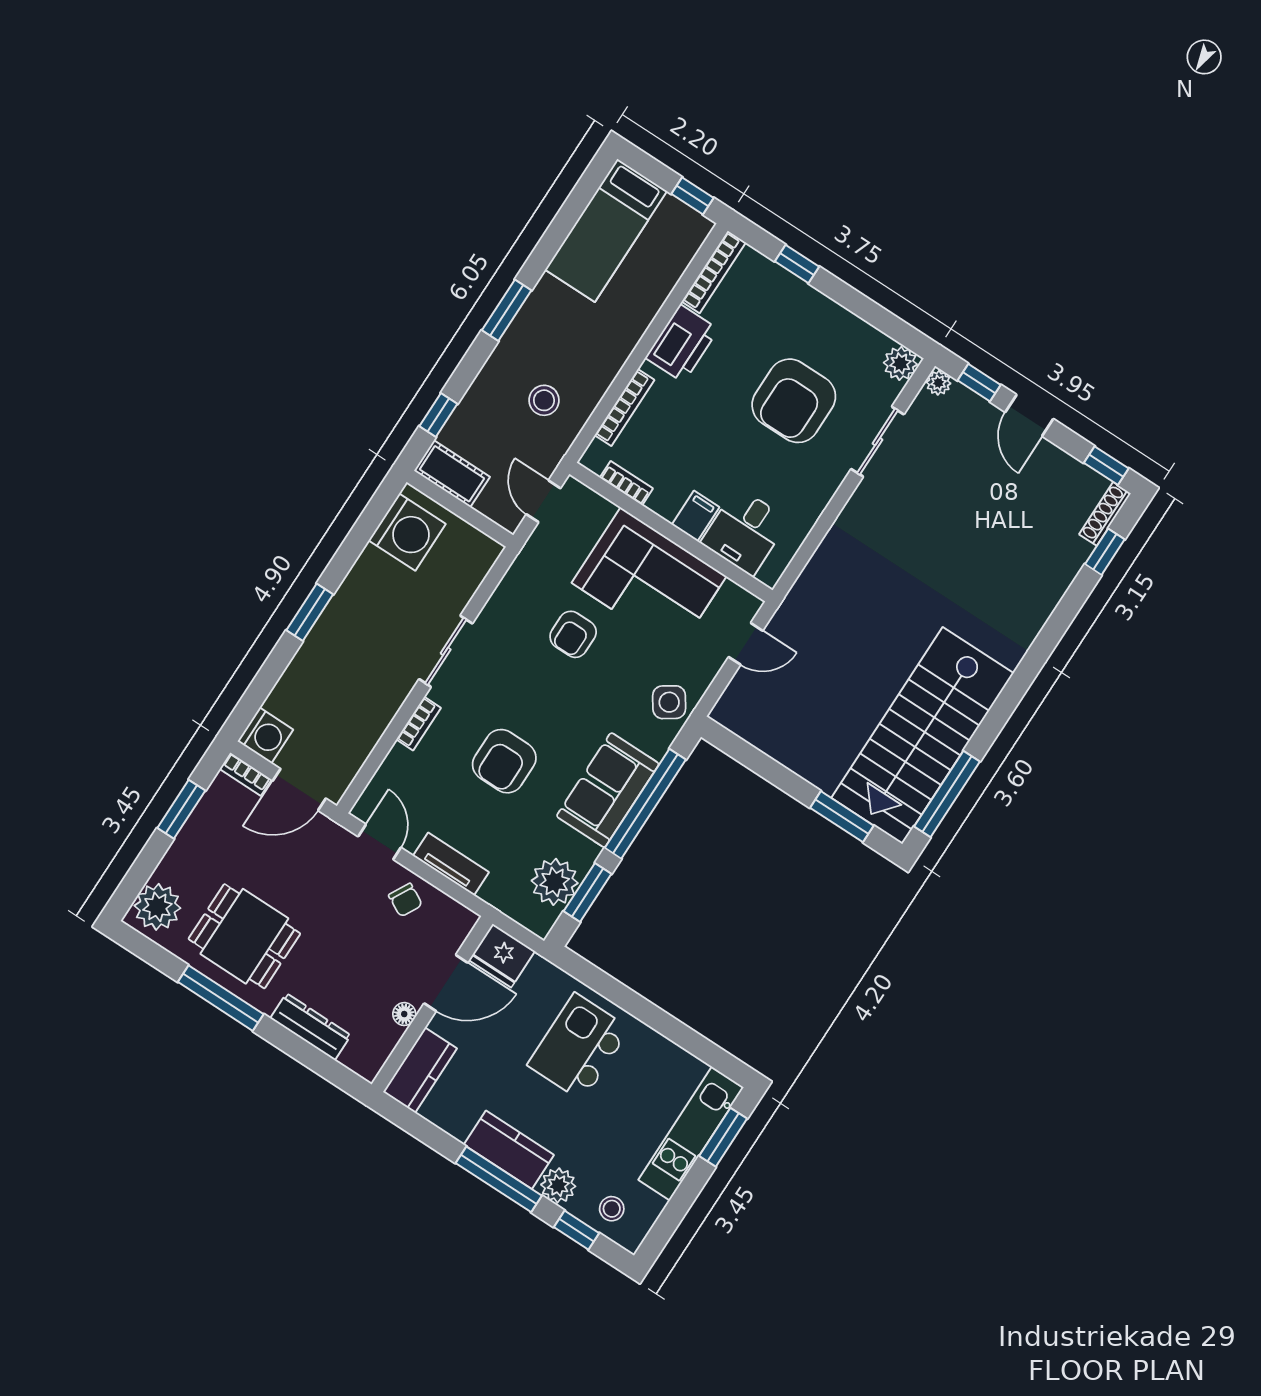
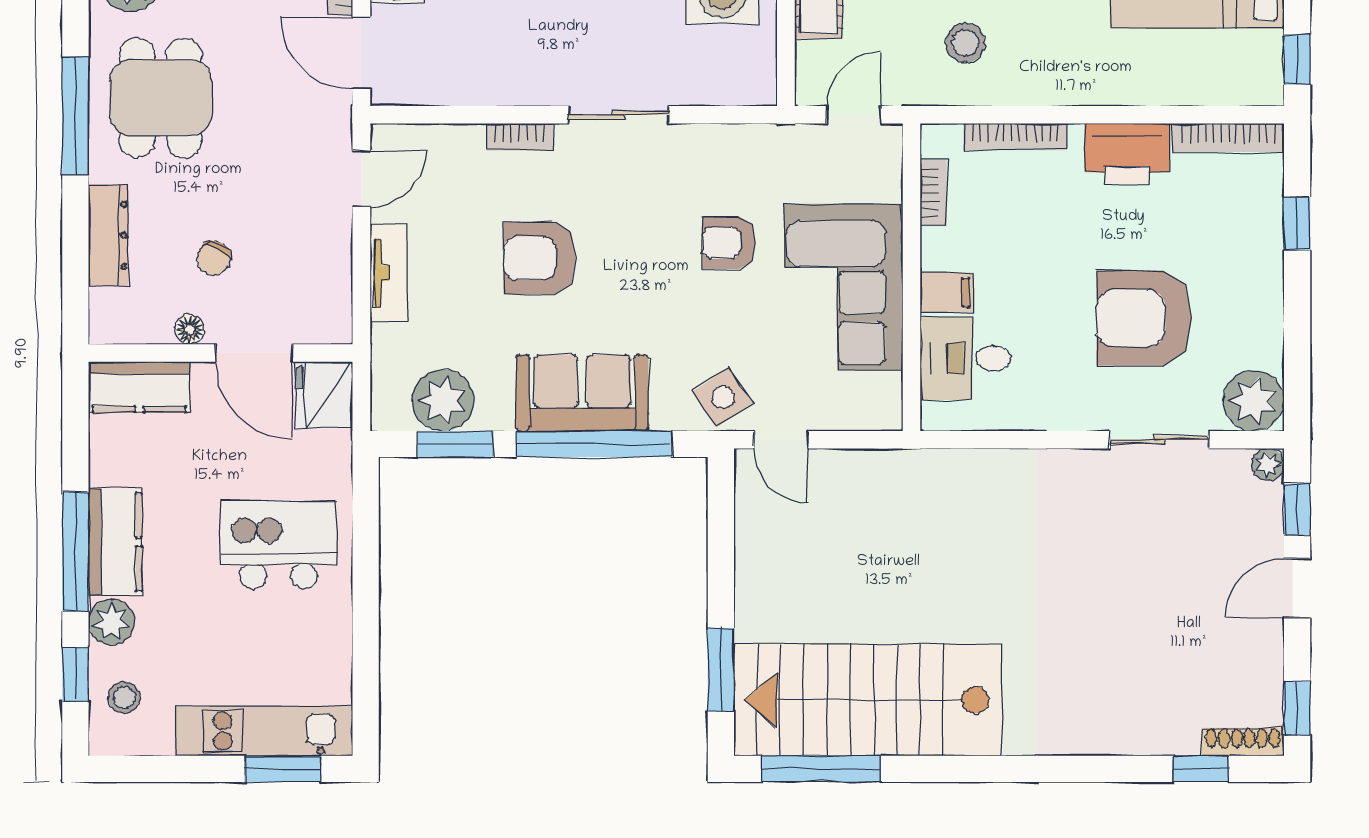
plant: (900, 363) -> (1254, 401), width x1.36, depth x1.36
door: (746, 644) -> (781, 440), moved
chair: (405, 900) -> (214, 258), moved

